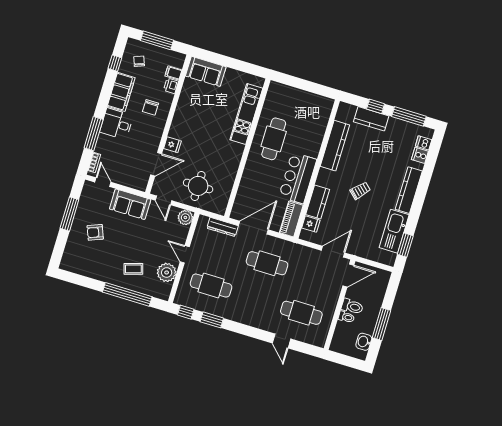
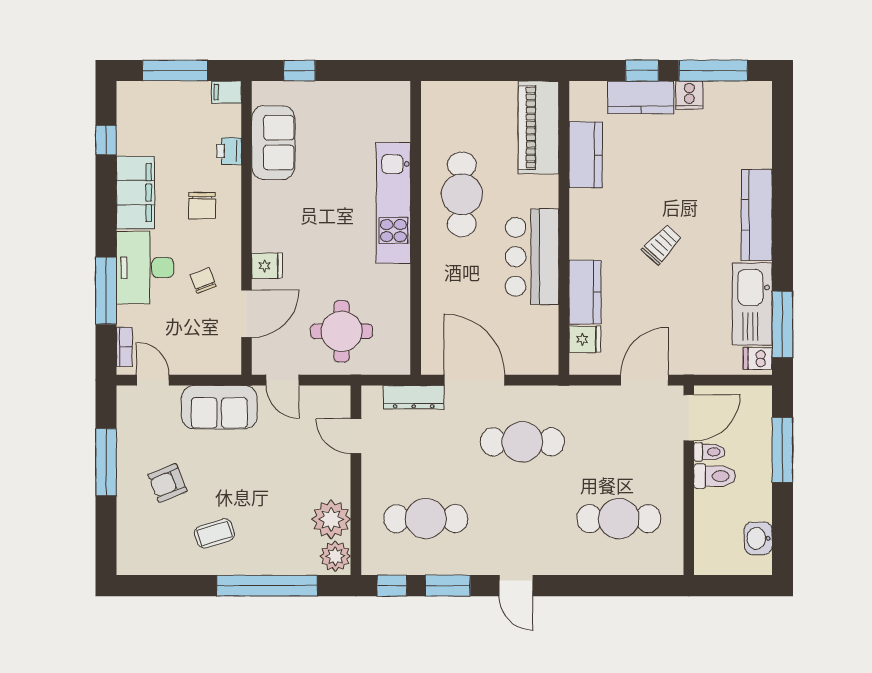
window: (215, 58) -> (299, 71), added
chair: (139, 61) -> (203, 281), moved
sofa: (206, 71) -> (273, 143), moved, turned -90
filing cabinet: (173, 73) -> (226, 92), moved
kitchen unit: (246, 114) -> (393, 203), moved
desk: (117, 124) -> (145, 268), width x1.37
dishwasher: (424, 143) -> (758, 358), moved
kitchen counter: (335, 146) -> (586, 155), width x0.67
cooker: (420, 155) -> (689, 95), moved, turned -90
plant: (185, 218) -> (335, 556), moved
piano: (291, 219) -> (539, 127), moved, width x1.37, depth x1.33
door: (253, 228) -> (475, 380), hinge flipped
window: (405, 245) -> (782, 324), width x1.44
door: (185, 254) -> (356, 436), moved
coffee table: (133, 269) -> (214, 533), moved
toilet: (346, 317) -> (709, 452), moved
window: (381, 324) -> (782, 450), moved
door: (282, 341) -> (516, 586), moved

